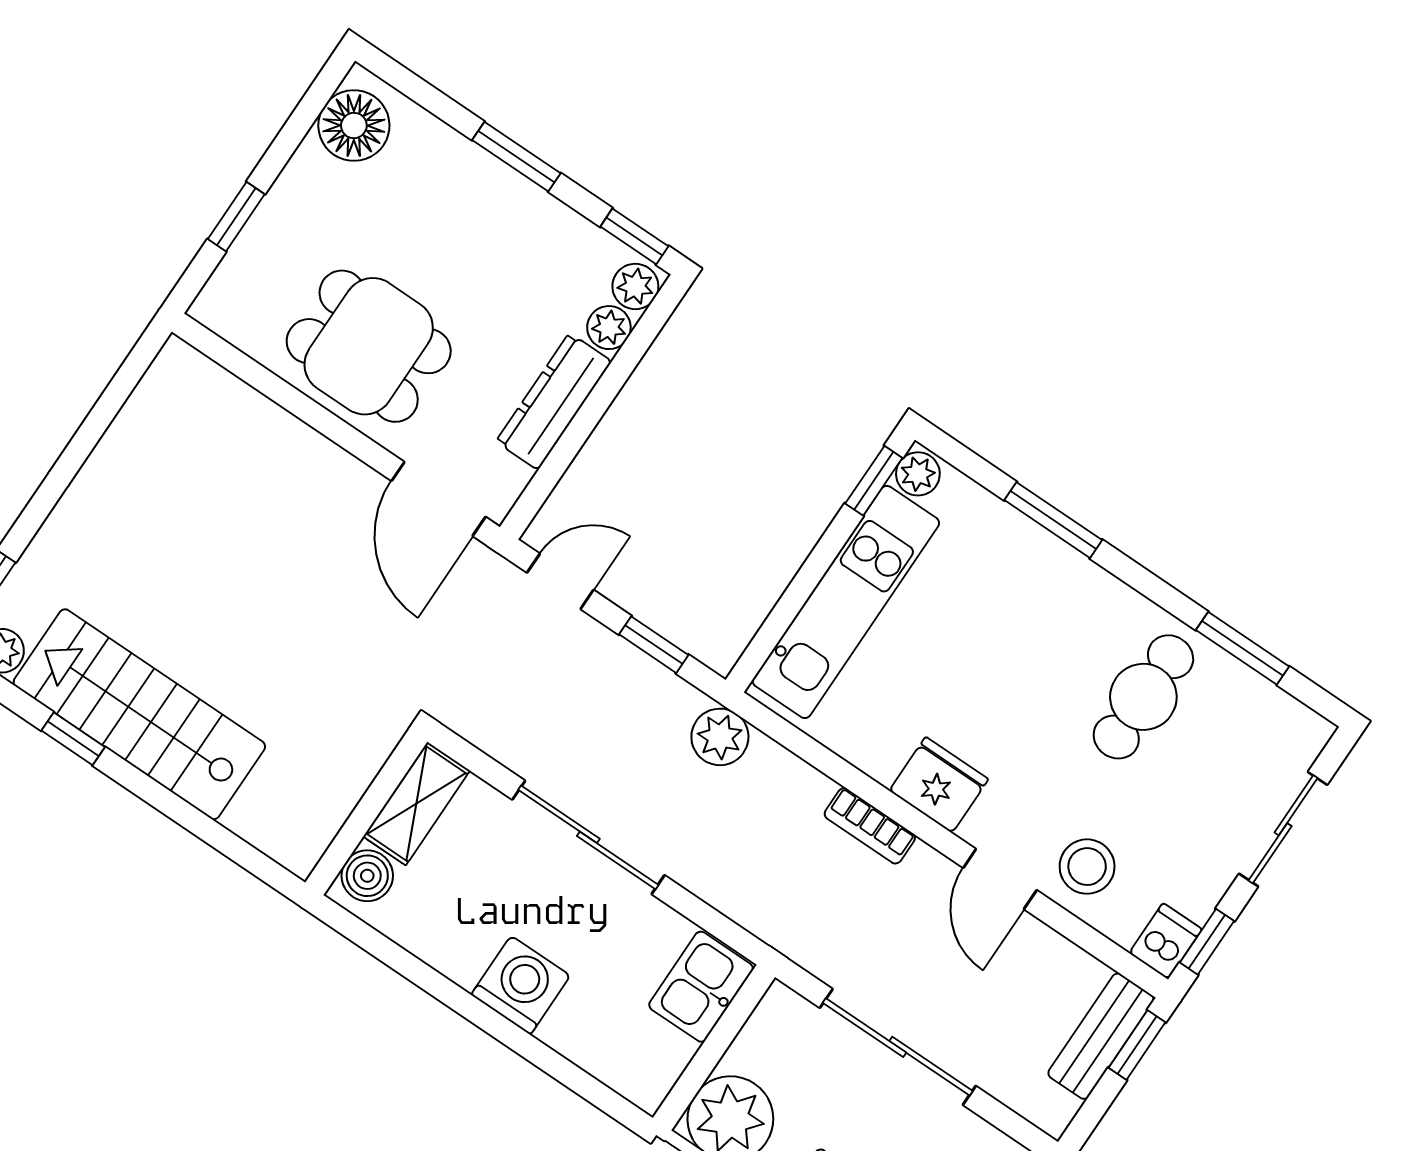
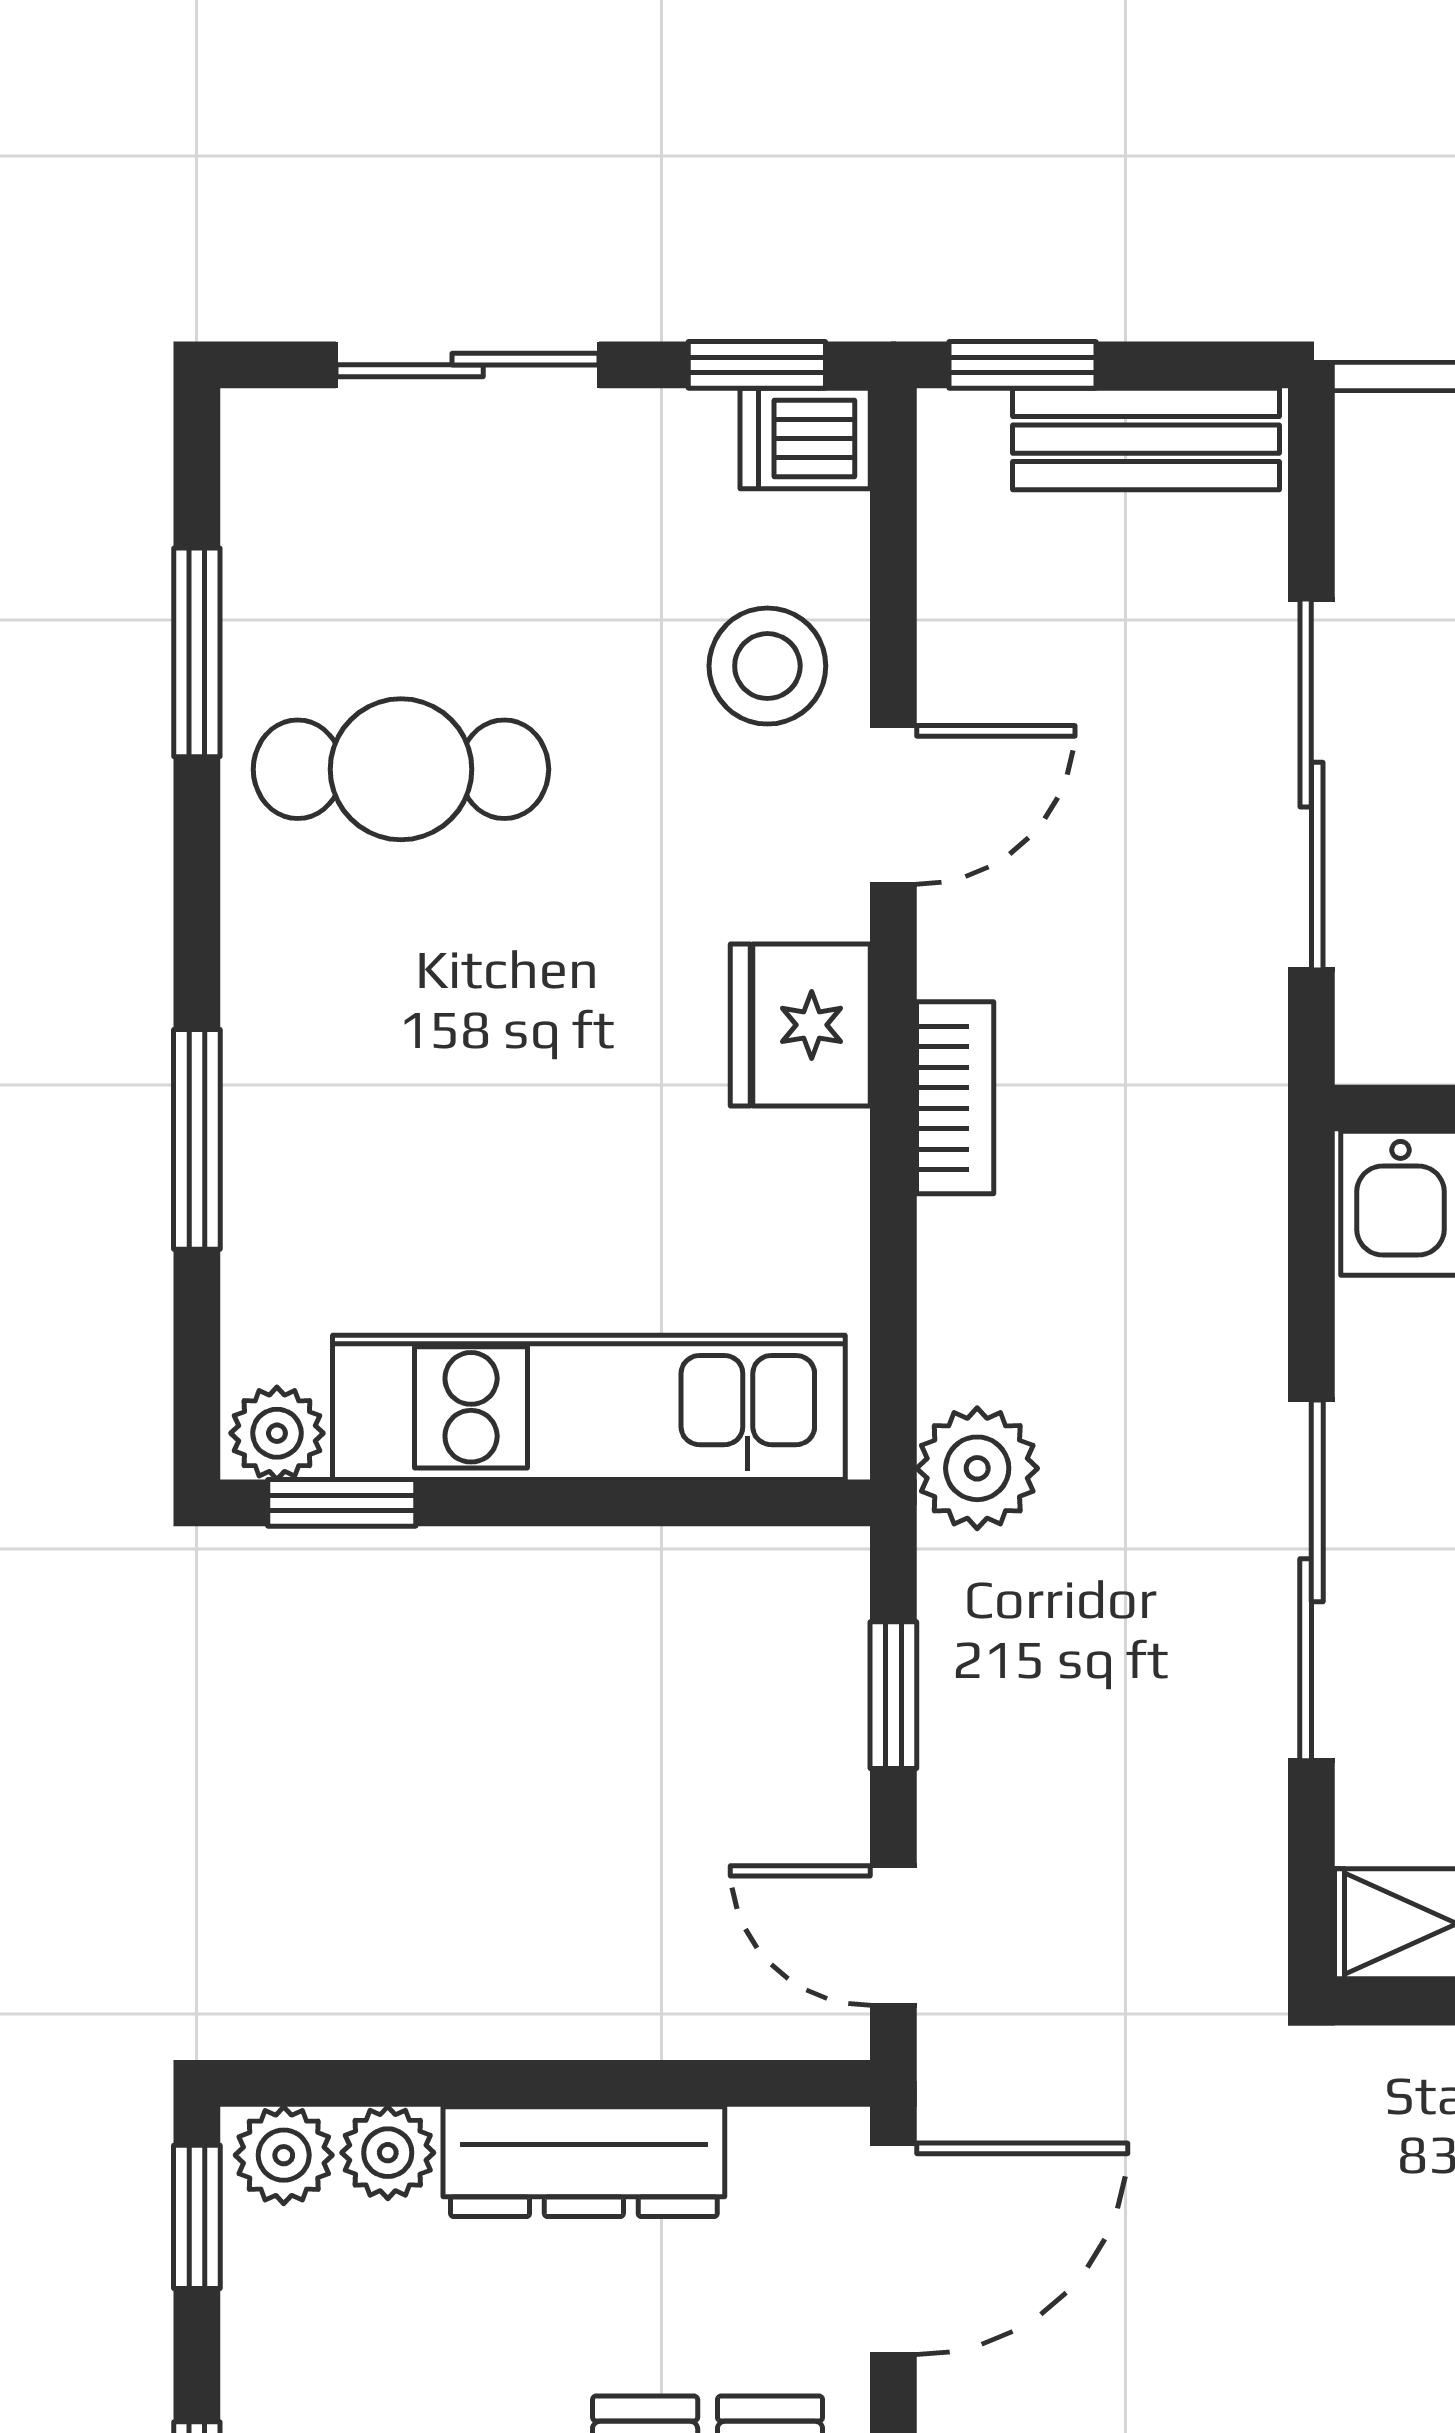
bench: (1101, 1036) -> (1146, 439), moved

